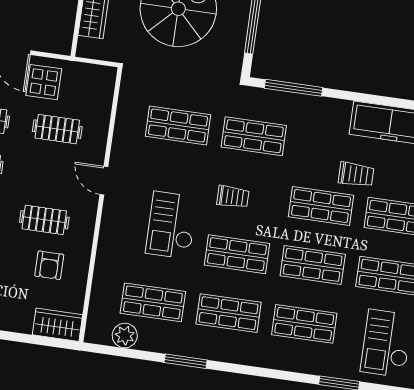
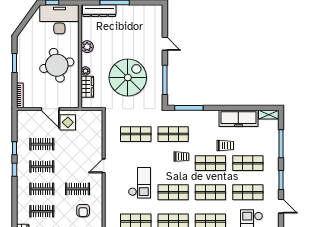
clothes rail: (57, 129) -> (78, 144), removed
door: (104, 181) -> (104, 166), hinge flipped
trolley: (233, 197) -> (181, 157), moved
checkout: (171, 225) -> (139, 183), turned 180

